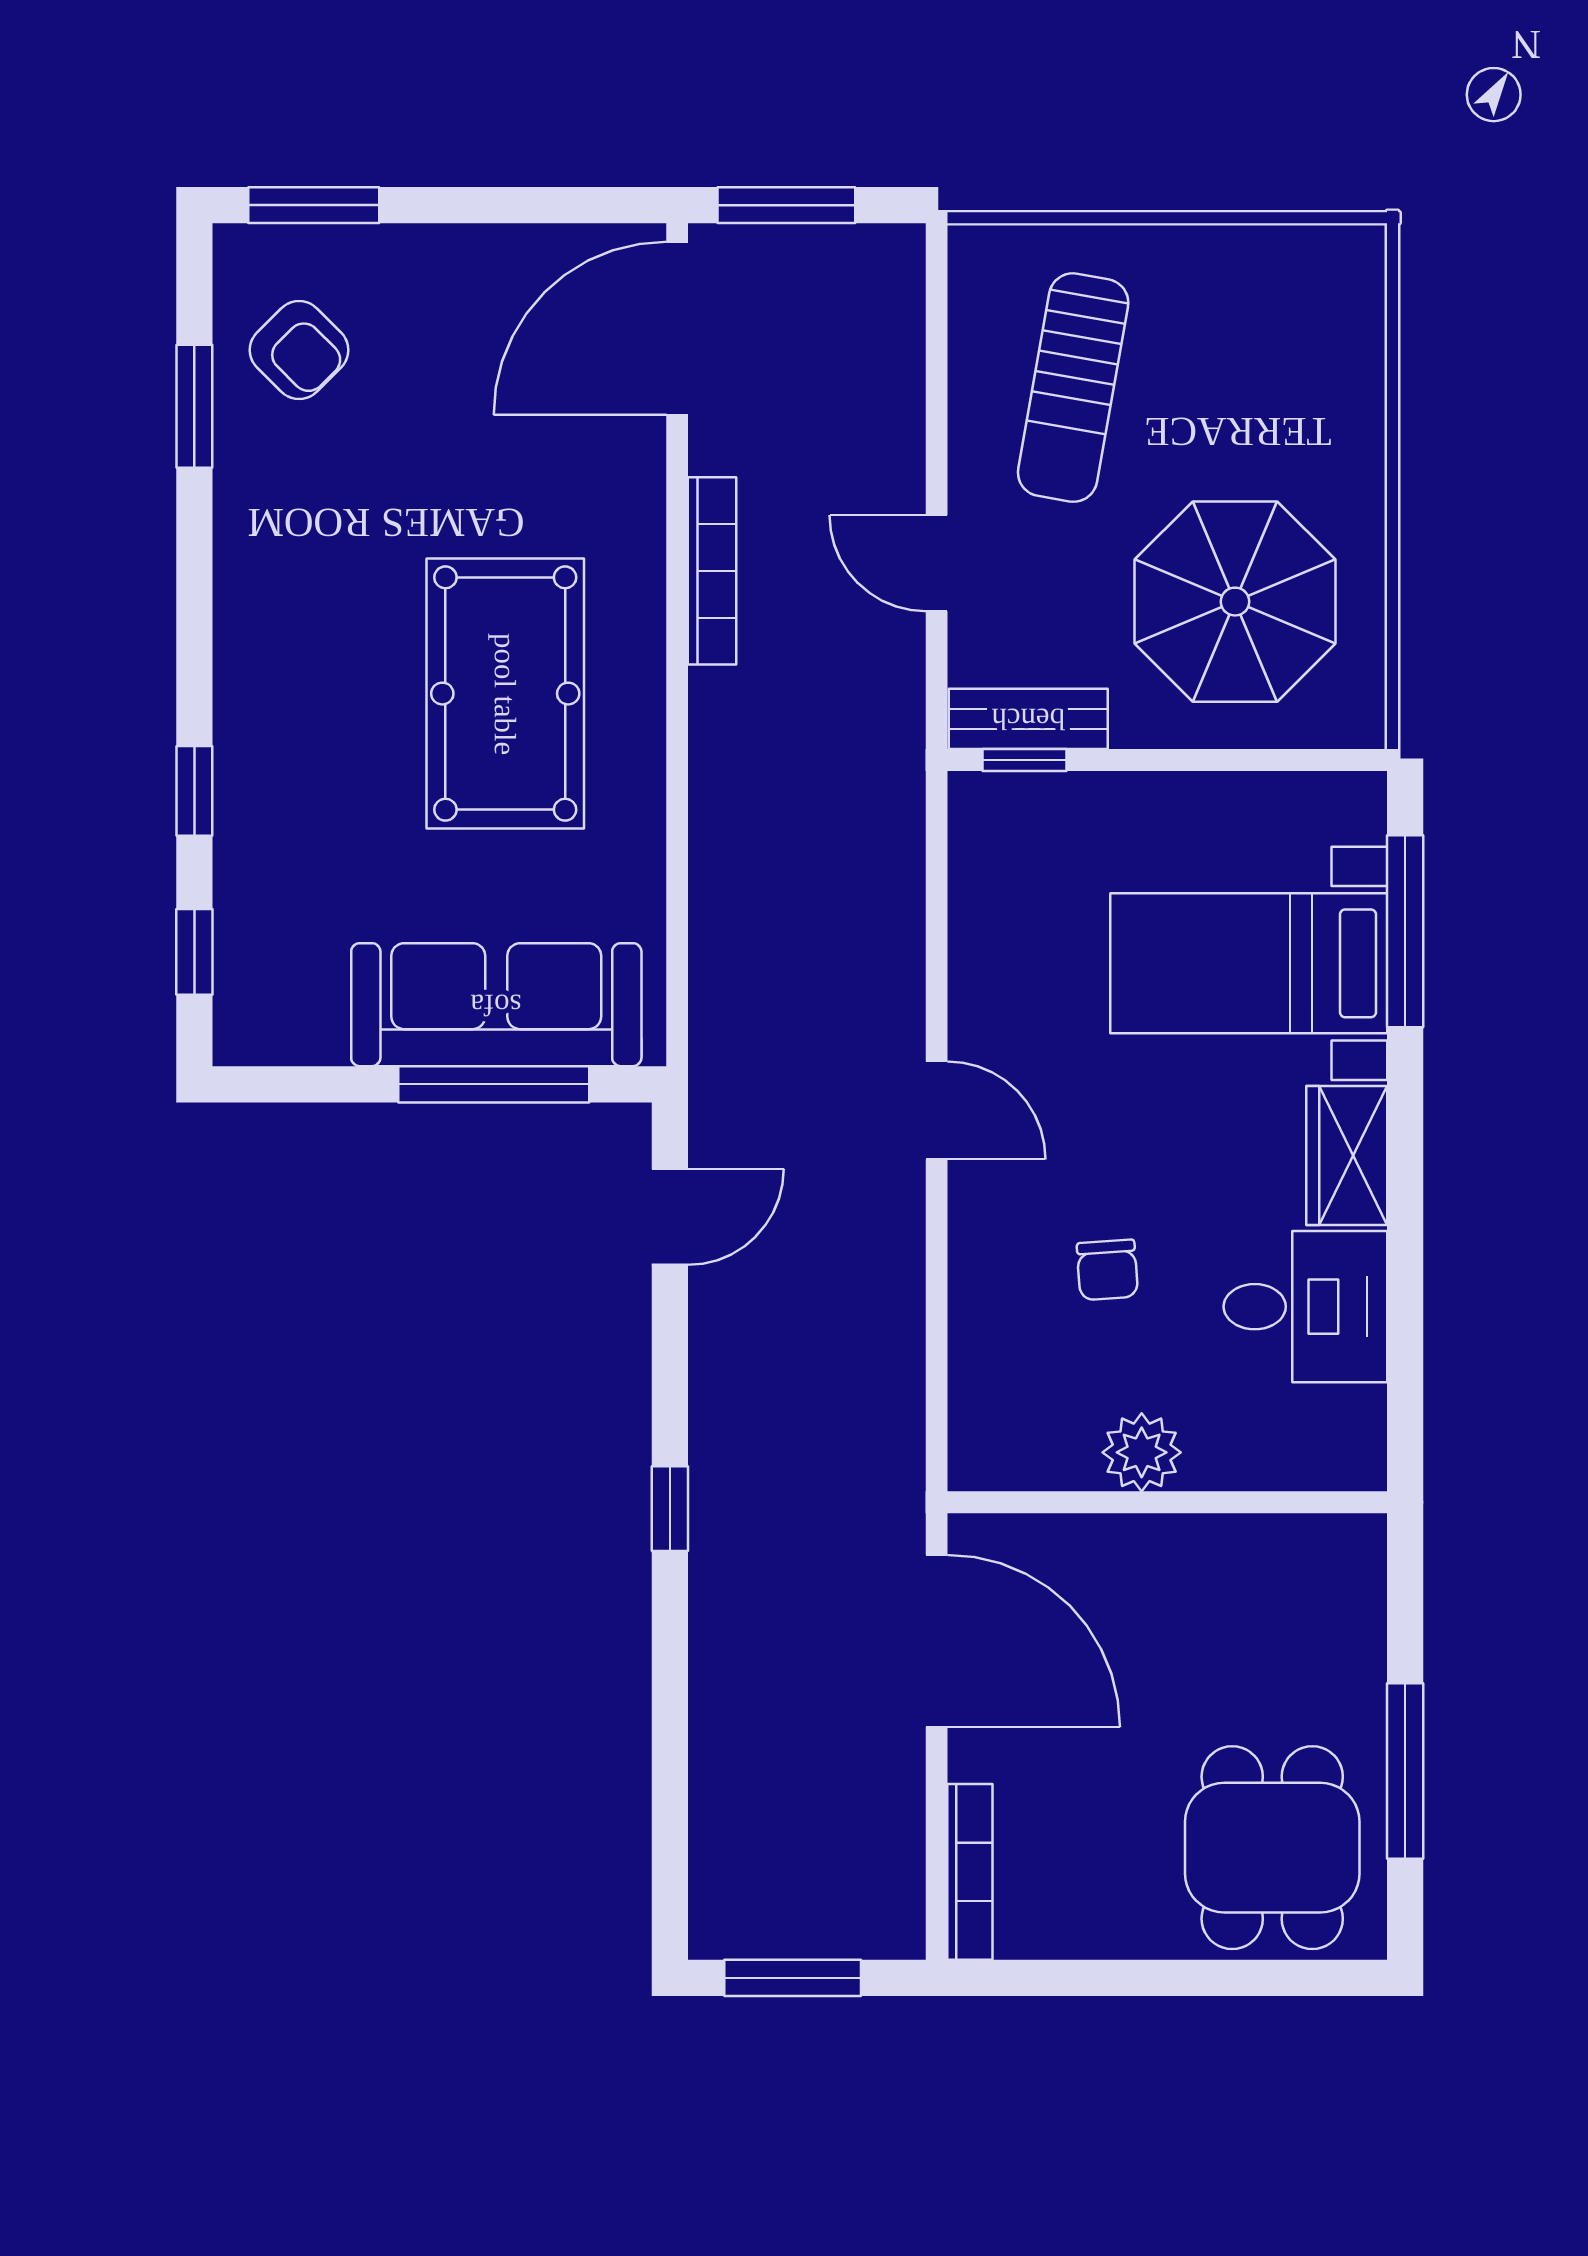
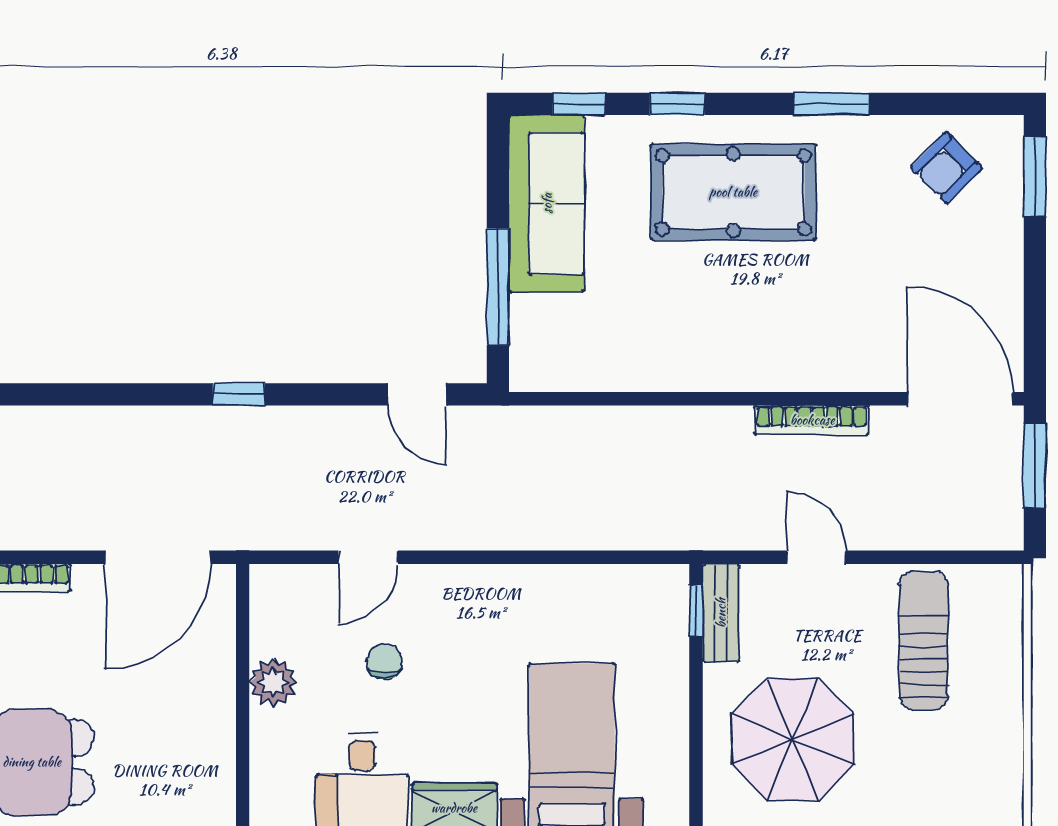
sun lounger: (1073, 388) -> (924, 641), turned 80
window: (194, 406) -> (831, 104), moved
door: (937, 563) -> (816, 557), hinge flipped
pool table: (505, 694) -> (733, 192), moved
sofa: (496, 1005) -> (547, 203), moved
door: (937, 1110) -> (368, 557), moved
chair: (1107, 1270) -> (385, 661), turned 94

